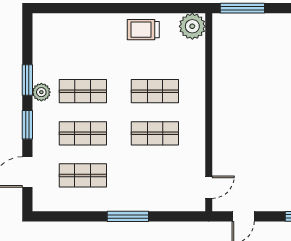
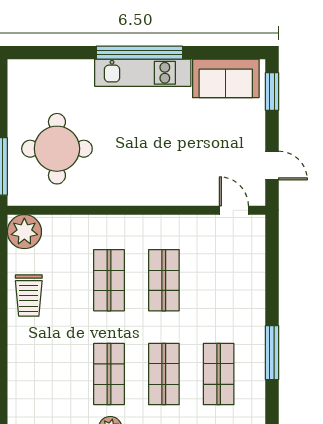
round table: (256, 51) -> (57, 149), added
window: (128, 216) -> (272, 353), moved

